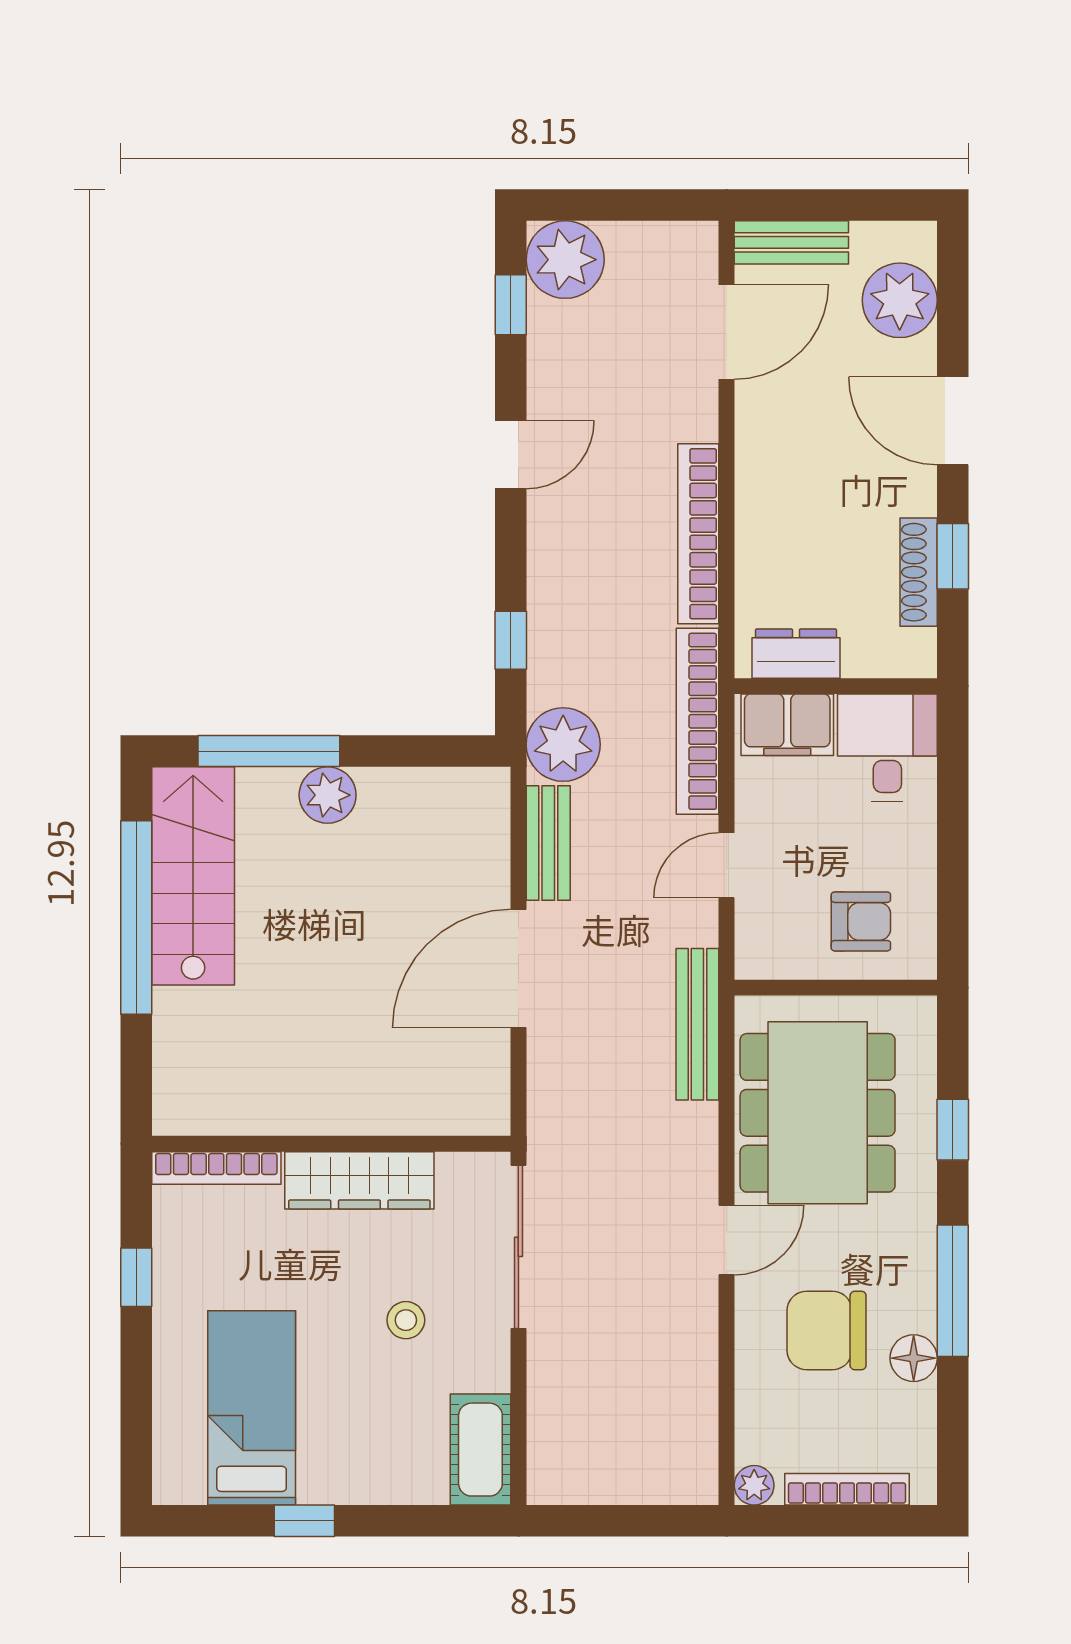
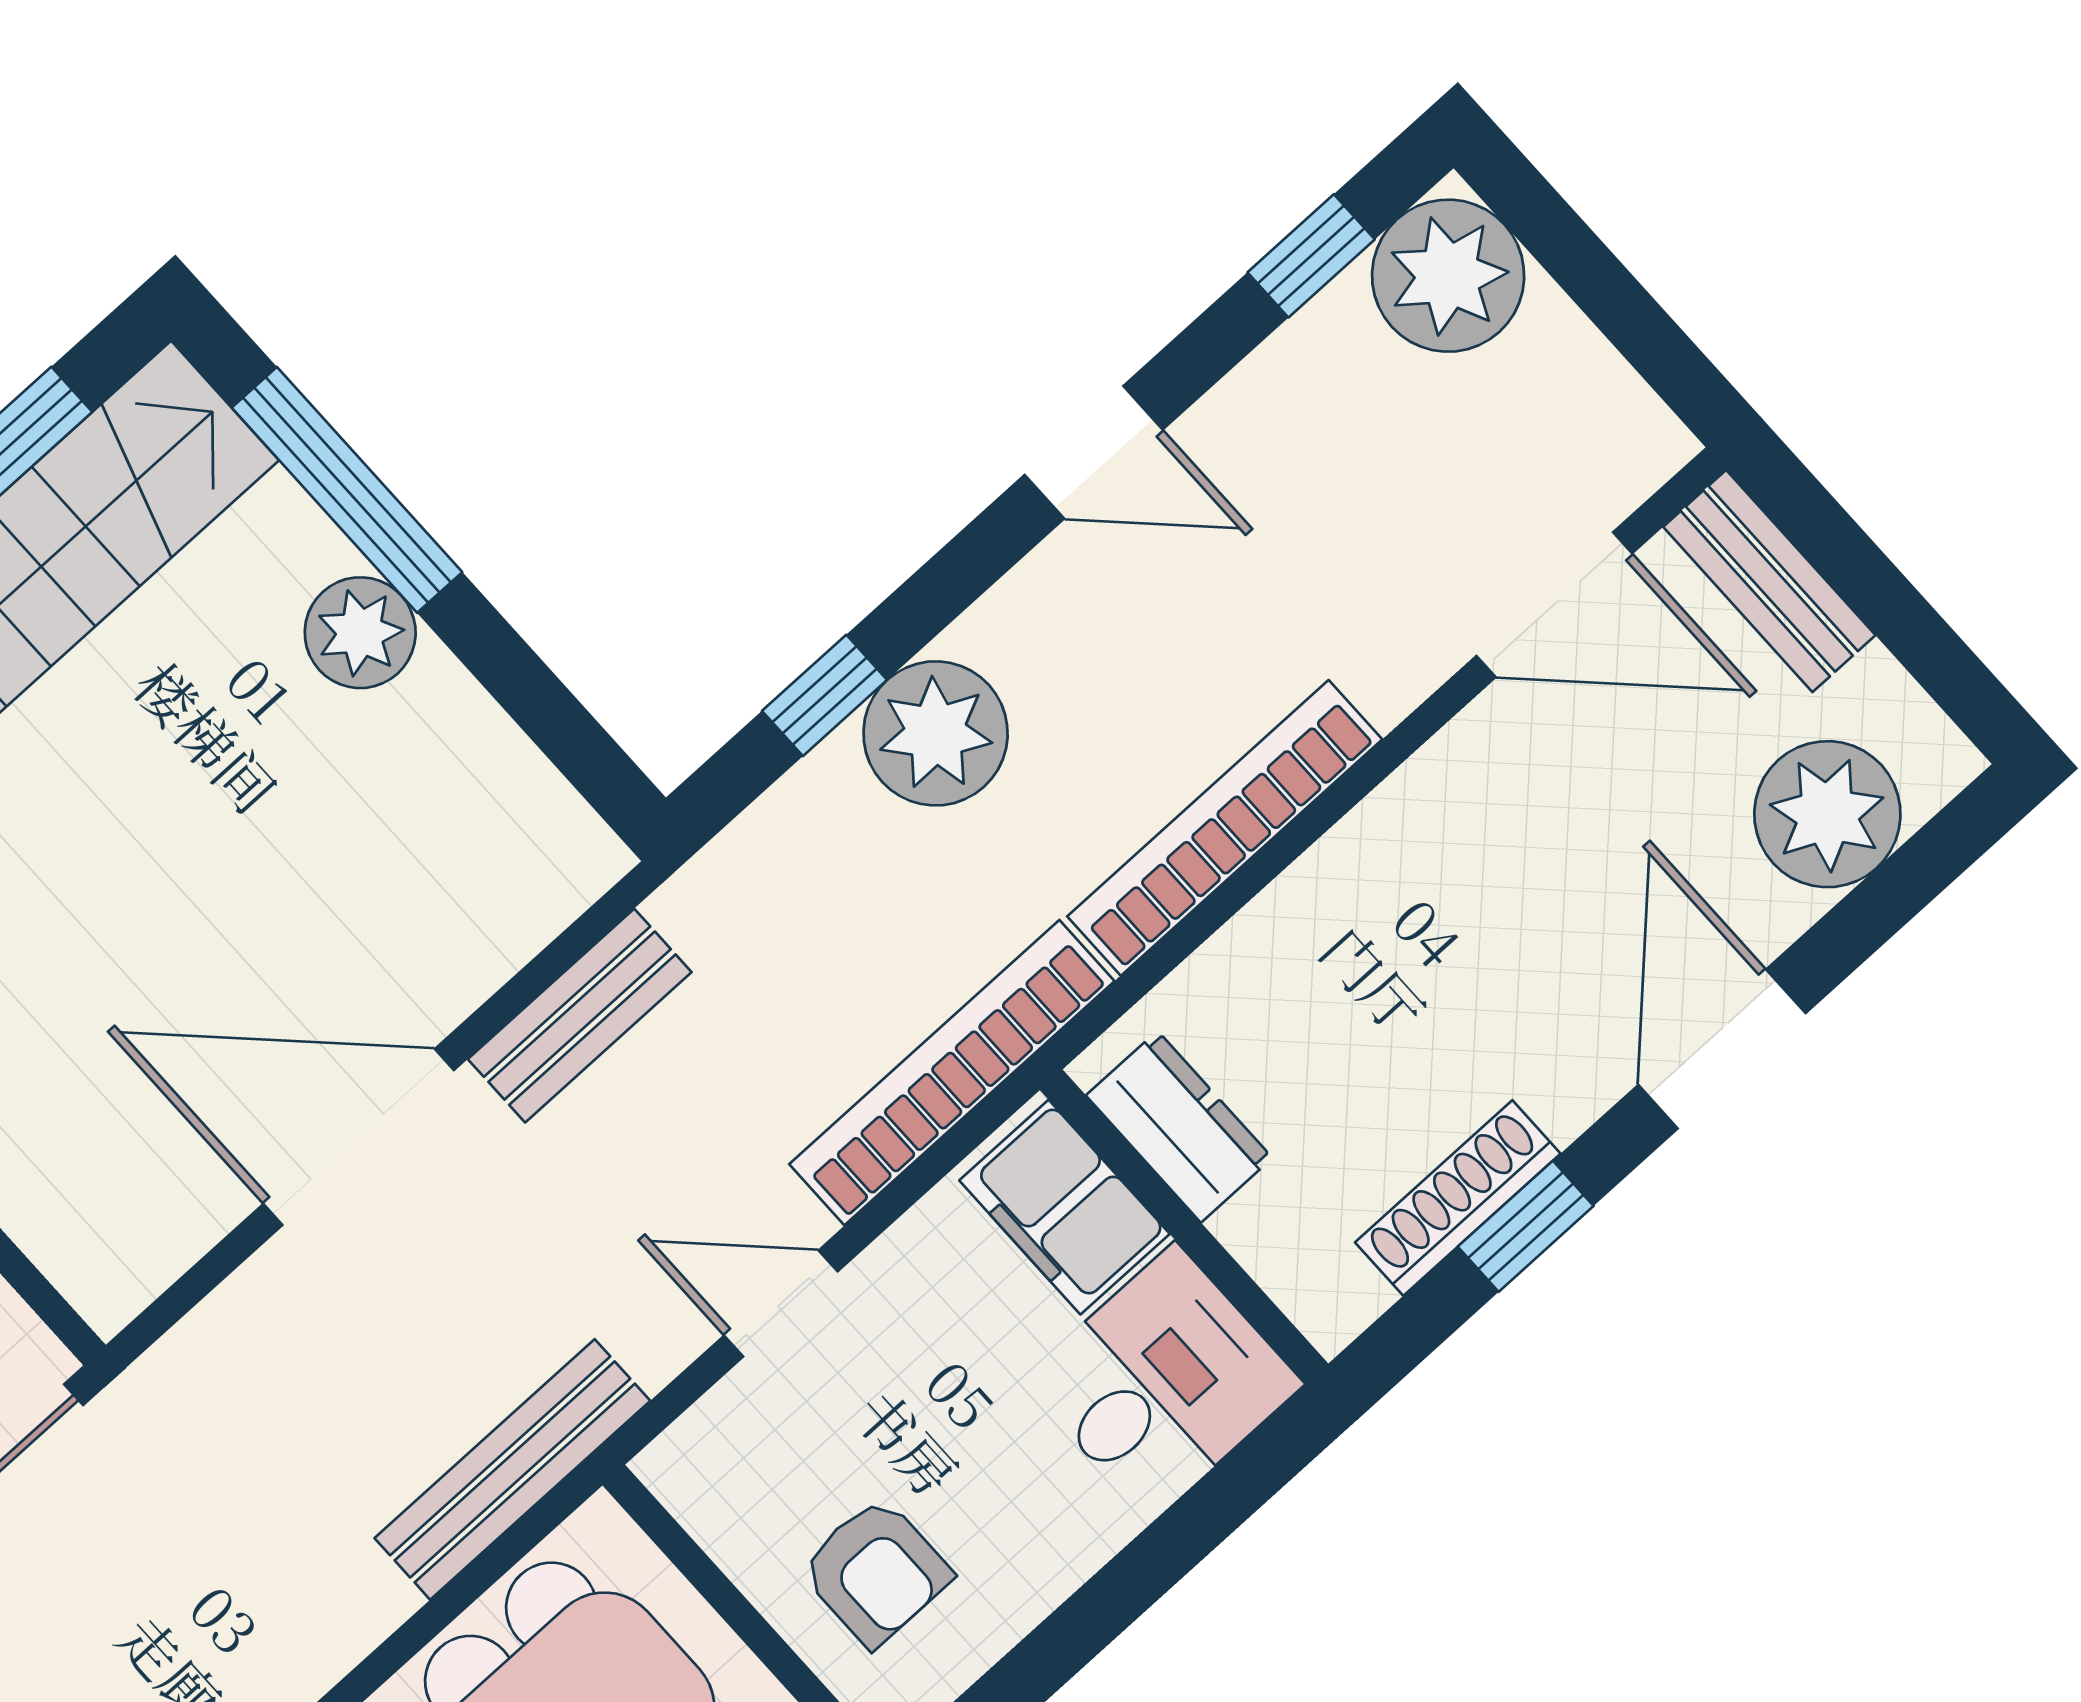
plant: (563, 745) -> (936, 733), moved

